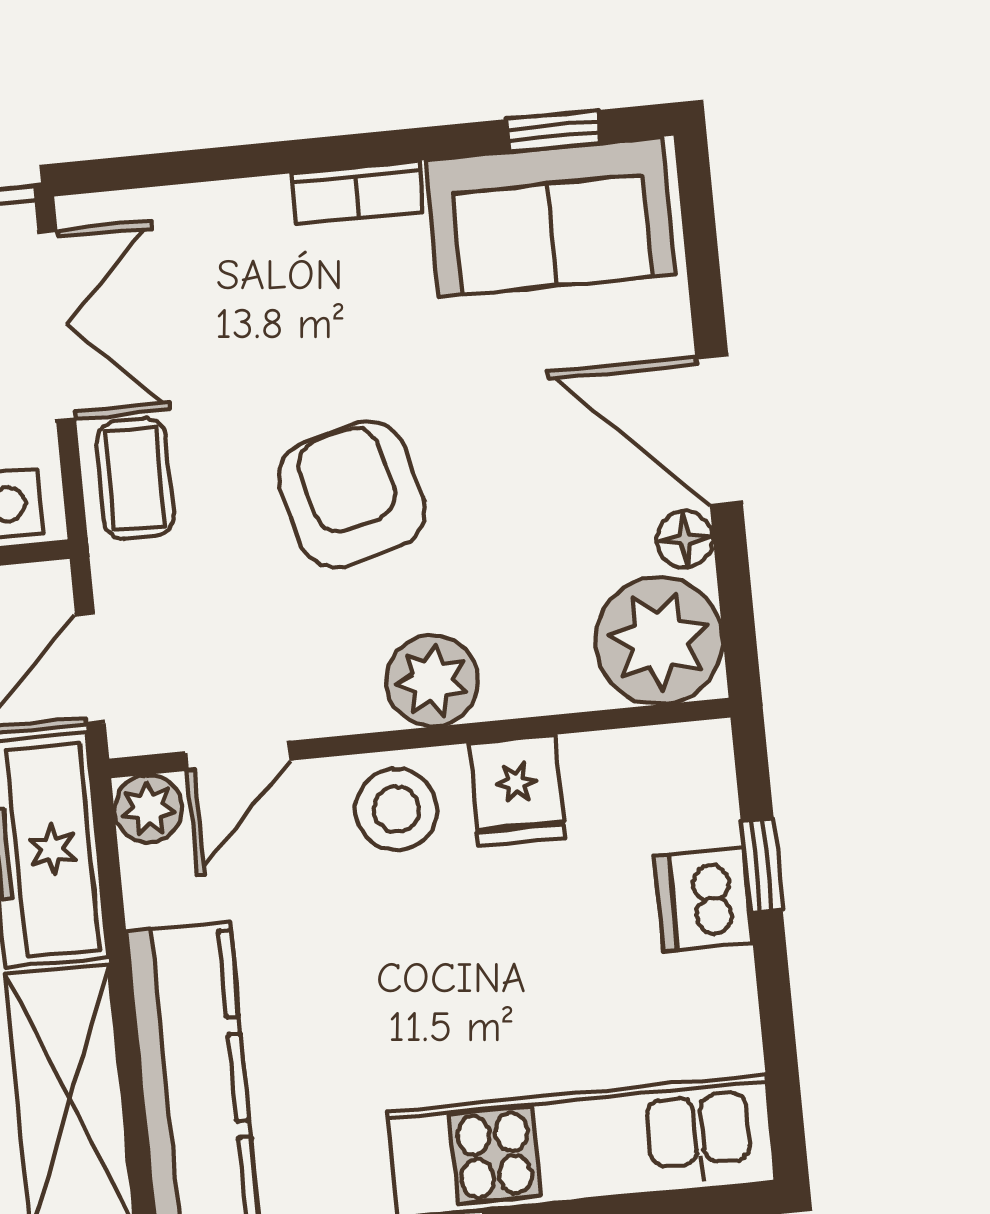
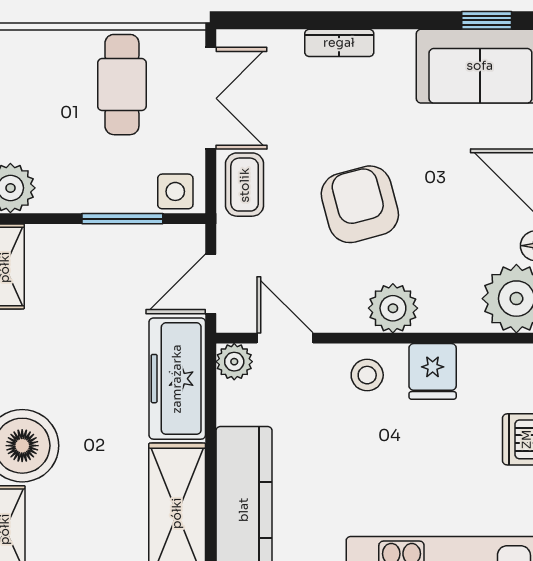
bookcase: (357, 192) -> (339, 43), moved
door: (238, 756) -> (285, 338), swing flipped
stool: (397, 809) -> (367, 375), width x0.73, depth x0.73

